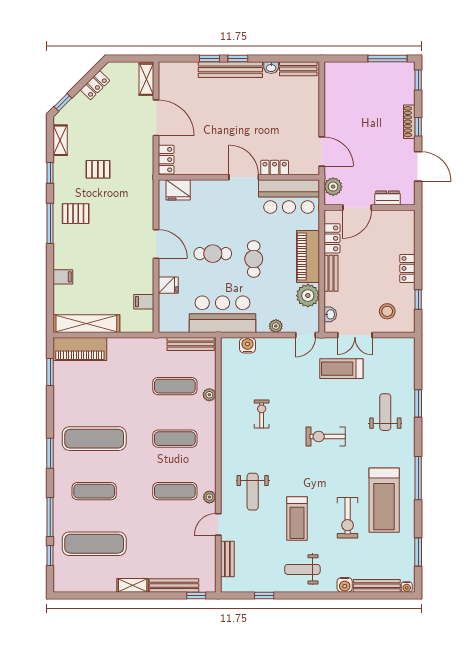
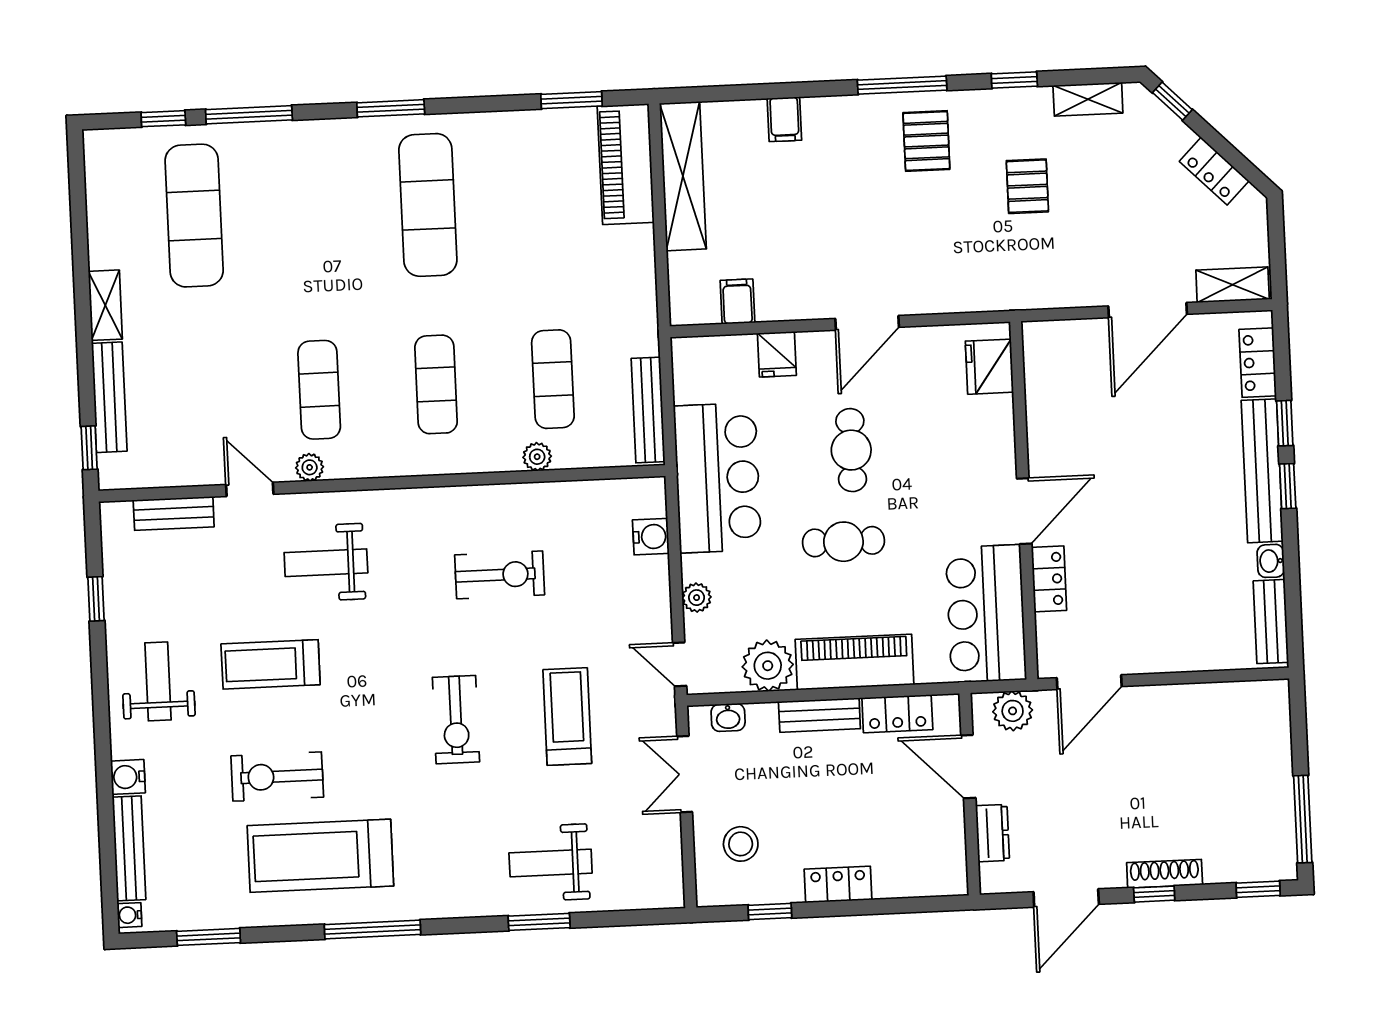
locker: (166, 160) -> (1258, 363), moved, turned 90
treadmill: (341, 369) -> (567, 717), moved
weight bench: (385, 412) -> (551, 863), moved, turned 180
exercise bike: (262, 414) -> (500, 575), width x1.38, depth x1.39
exercise bike: (326, 437) -> (456, 720), turned 180
exercise mat: (94, 491) -> (311, 210), removed

